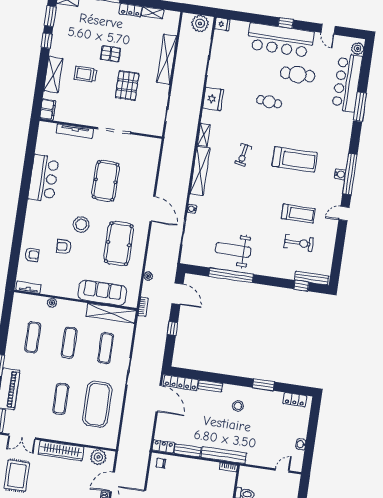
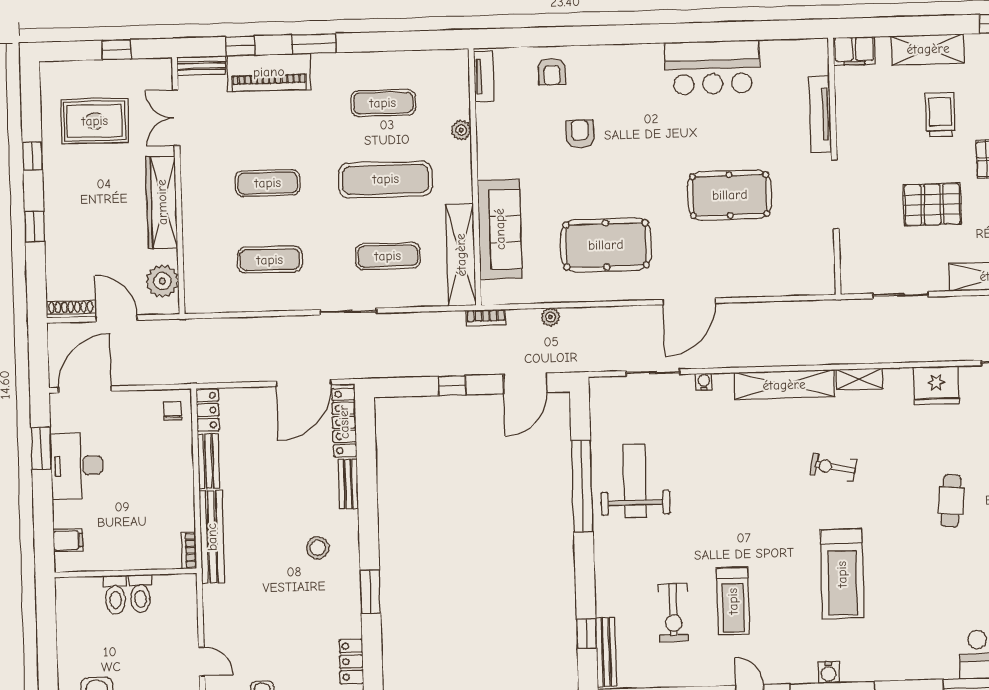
stool: (81, 224) -> (632, 161), removed
exercise mat: (69, 343) -> (386, 179), width x1.36, depth x1.45
exercise mat: (97, 404) -> (270, 260), width x0.50, depth x0.69

